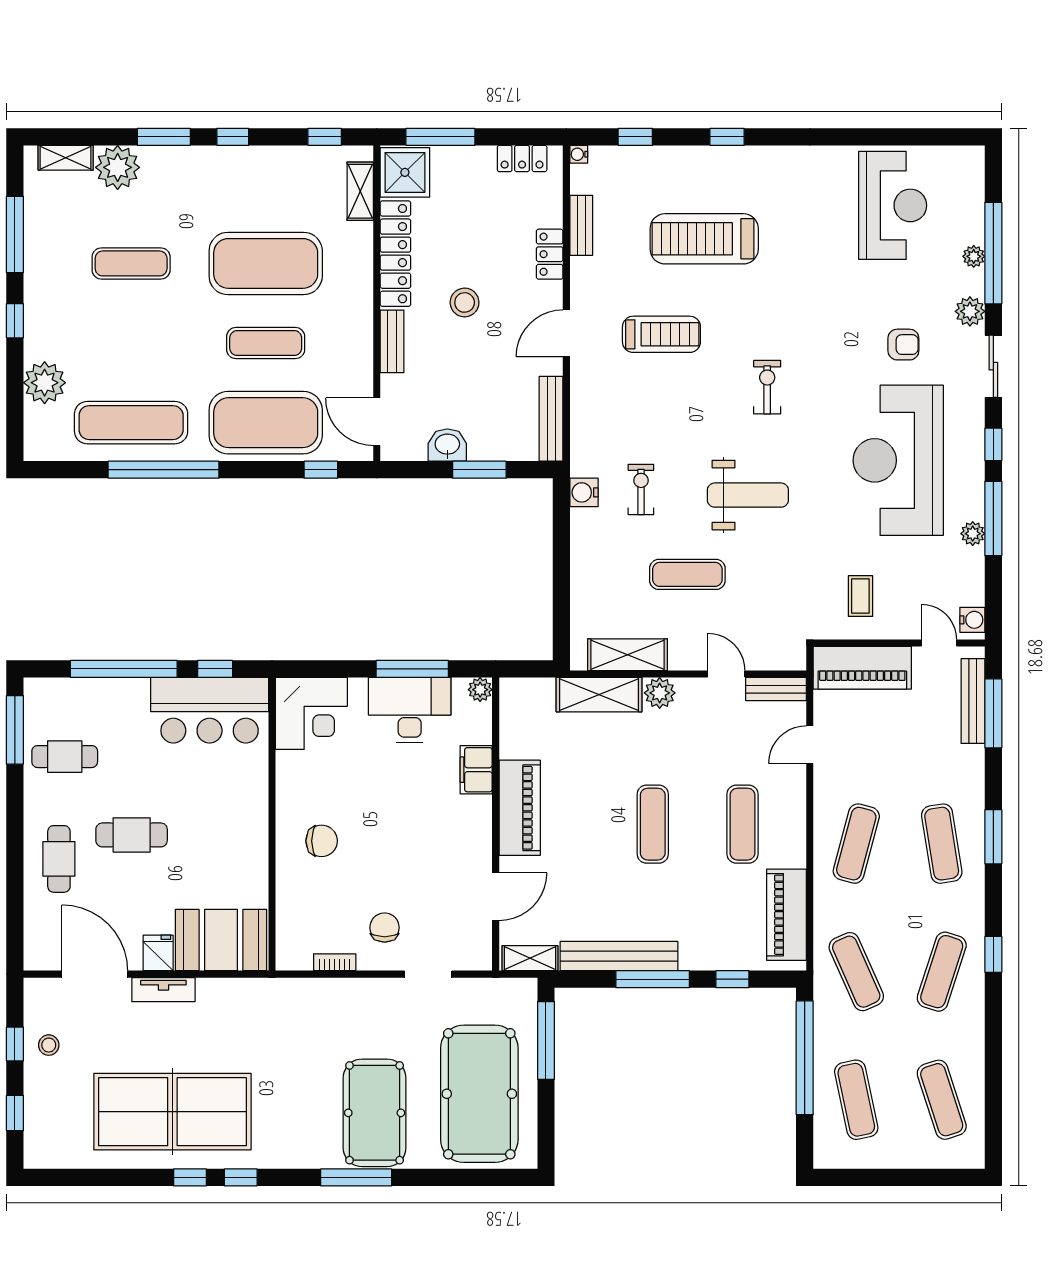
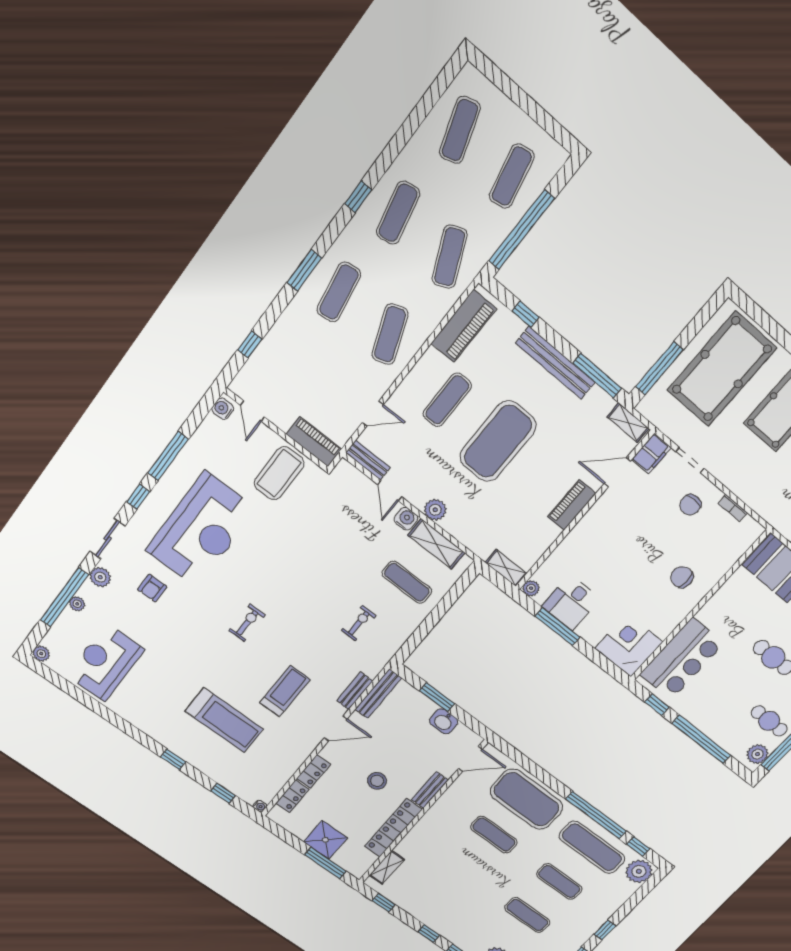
locker: (522, 159) -> (292, 796), moved, turned 90
shower: (405, 172) -> (325, 840), moved
bench: (581, 225) -> (355, 691), moved
exercise mat: (266, 263) -> (559, 882), moved, width x0.50, depth x0.69
treadmill: (661, 334) -> (285, 691), turned 90
armchair: (903, 345) -> (152, 588), turned -90
plant: (45, 383) -> (639, 871), moved
exercise bike: (767, 387) -> (247, 623), turned 180
door: (377, 422) -> (470, 759), hinge flipped
window: (321, 470) -> (638, 846), moved
exercise bike: (641, 490) -> (359, 623), turned 180
water cooler: (584, 492) -> (406, 519), moved, turned -90
weight bench: (748, 495) -> (302, 576), removed
plant: (973, 534) -> (41, 654), moved
exercise mat: (687, 574) -> (407, 582), moved
coffee table: (860, 596) -> (279, 473), width x1.86, depth x1.72
piano: (862, 668) -> (314, 442), width x0.73, depth x0.75
shelving: (599, 695) -> (506, 568), moved, width x0.67, depth x0.75
bench: (973, 701) -> (257, 362), removed
plant: (40, 705) -> (757, 754), added
bar counter: (210, 710) -> (682, 659), moved, turned 90
desk: (410, 710) -> (571, 603), width x0.73
window: (993, 713) -> (250, 345), width x0.46
filing cabinet: (476, 770) -> (651, 454), moved
piano: (520, 808) -> (572, 505), width x0.73, depth x0.75
exercise mat: (653, 824) -> (498, 441), width x2.00, depth x1.45
exercise mat: (856, 844) -> (390, 334), turned -36
bench: (619, 956) -> (555, 363), moved
exercise mat: (942, 972) -> (398, 213), turned -30
window: (653, 979) -> (597, 376), moved

